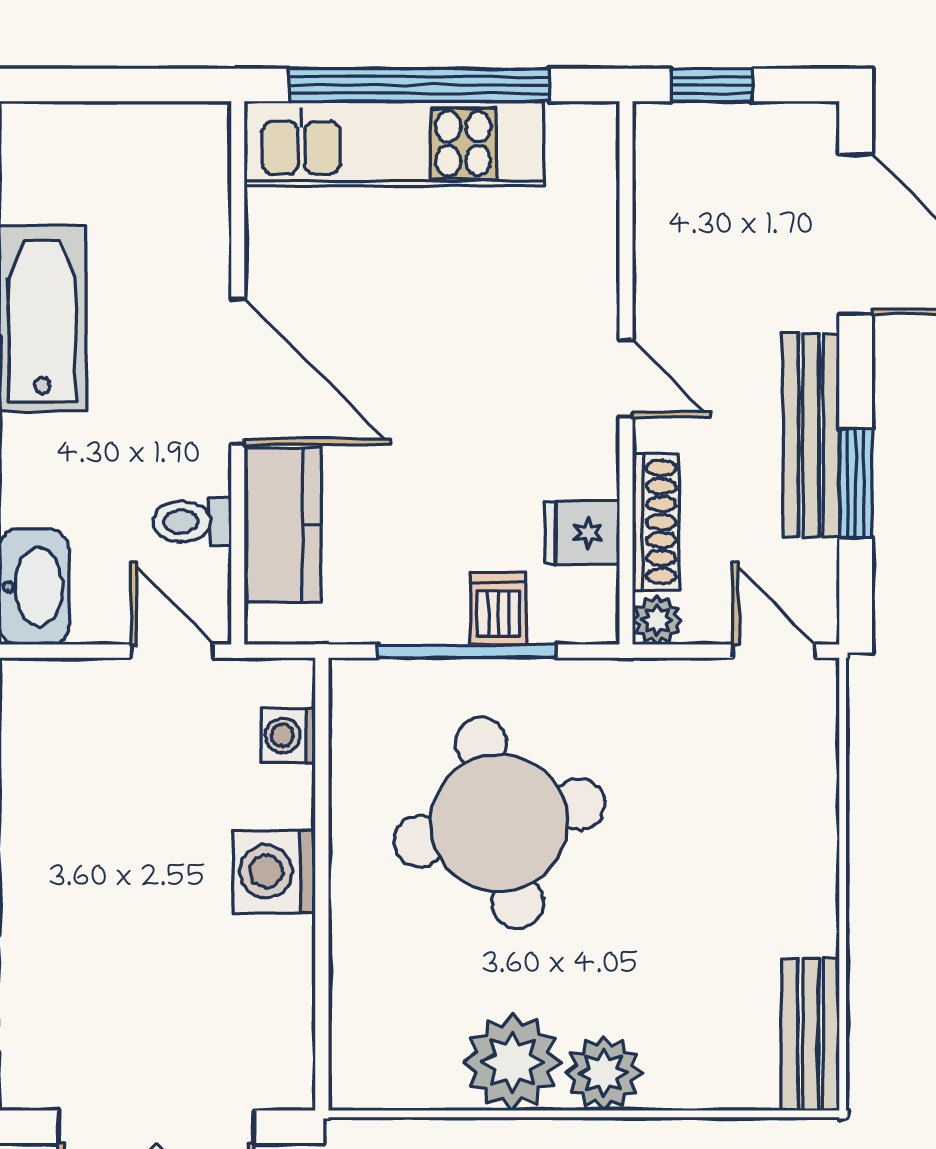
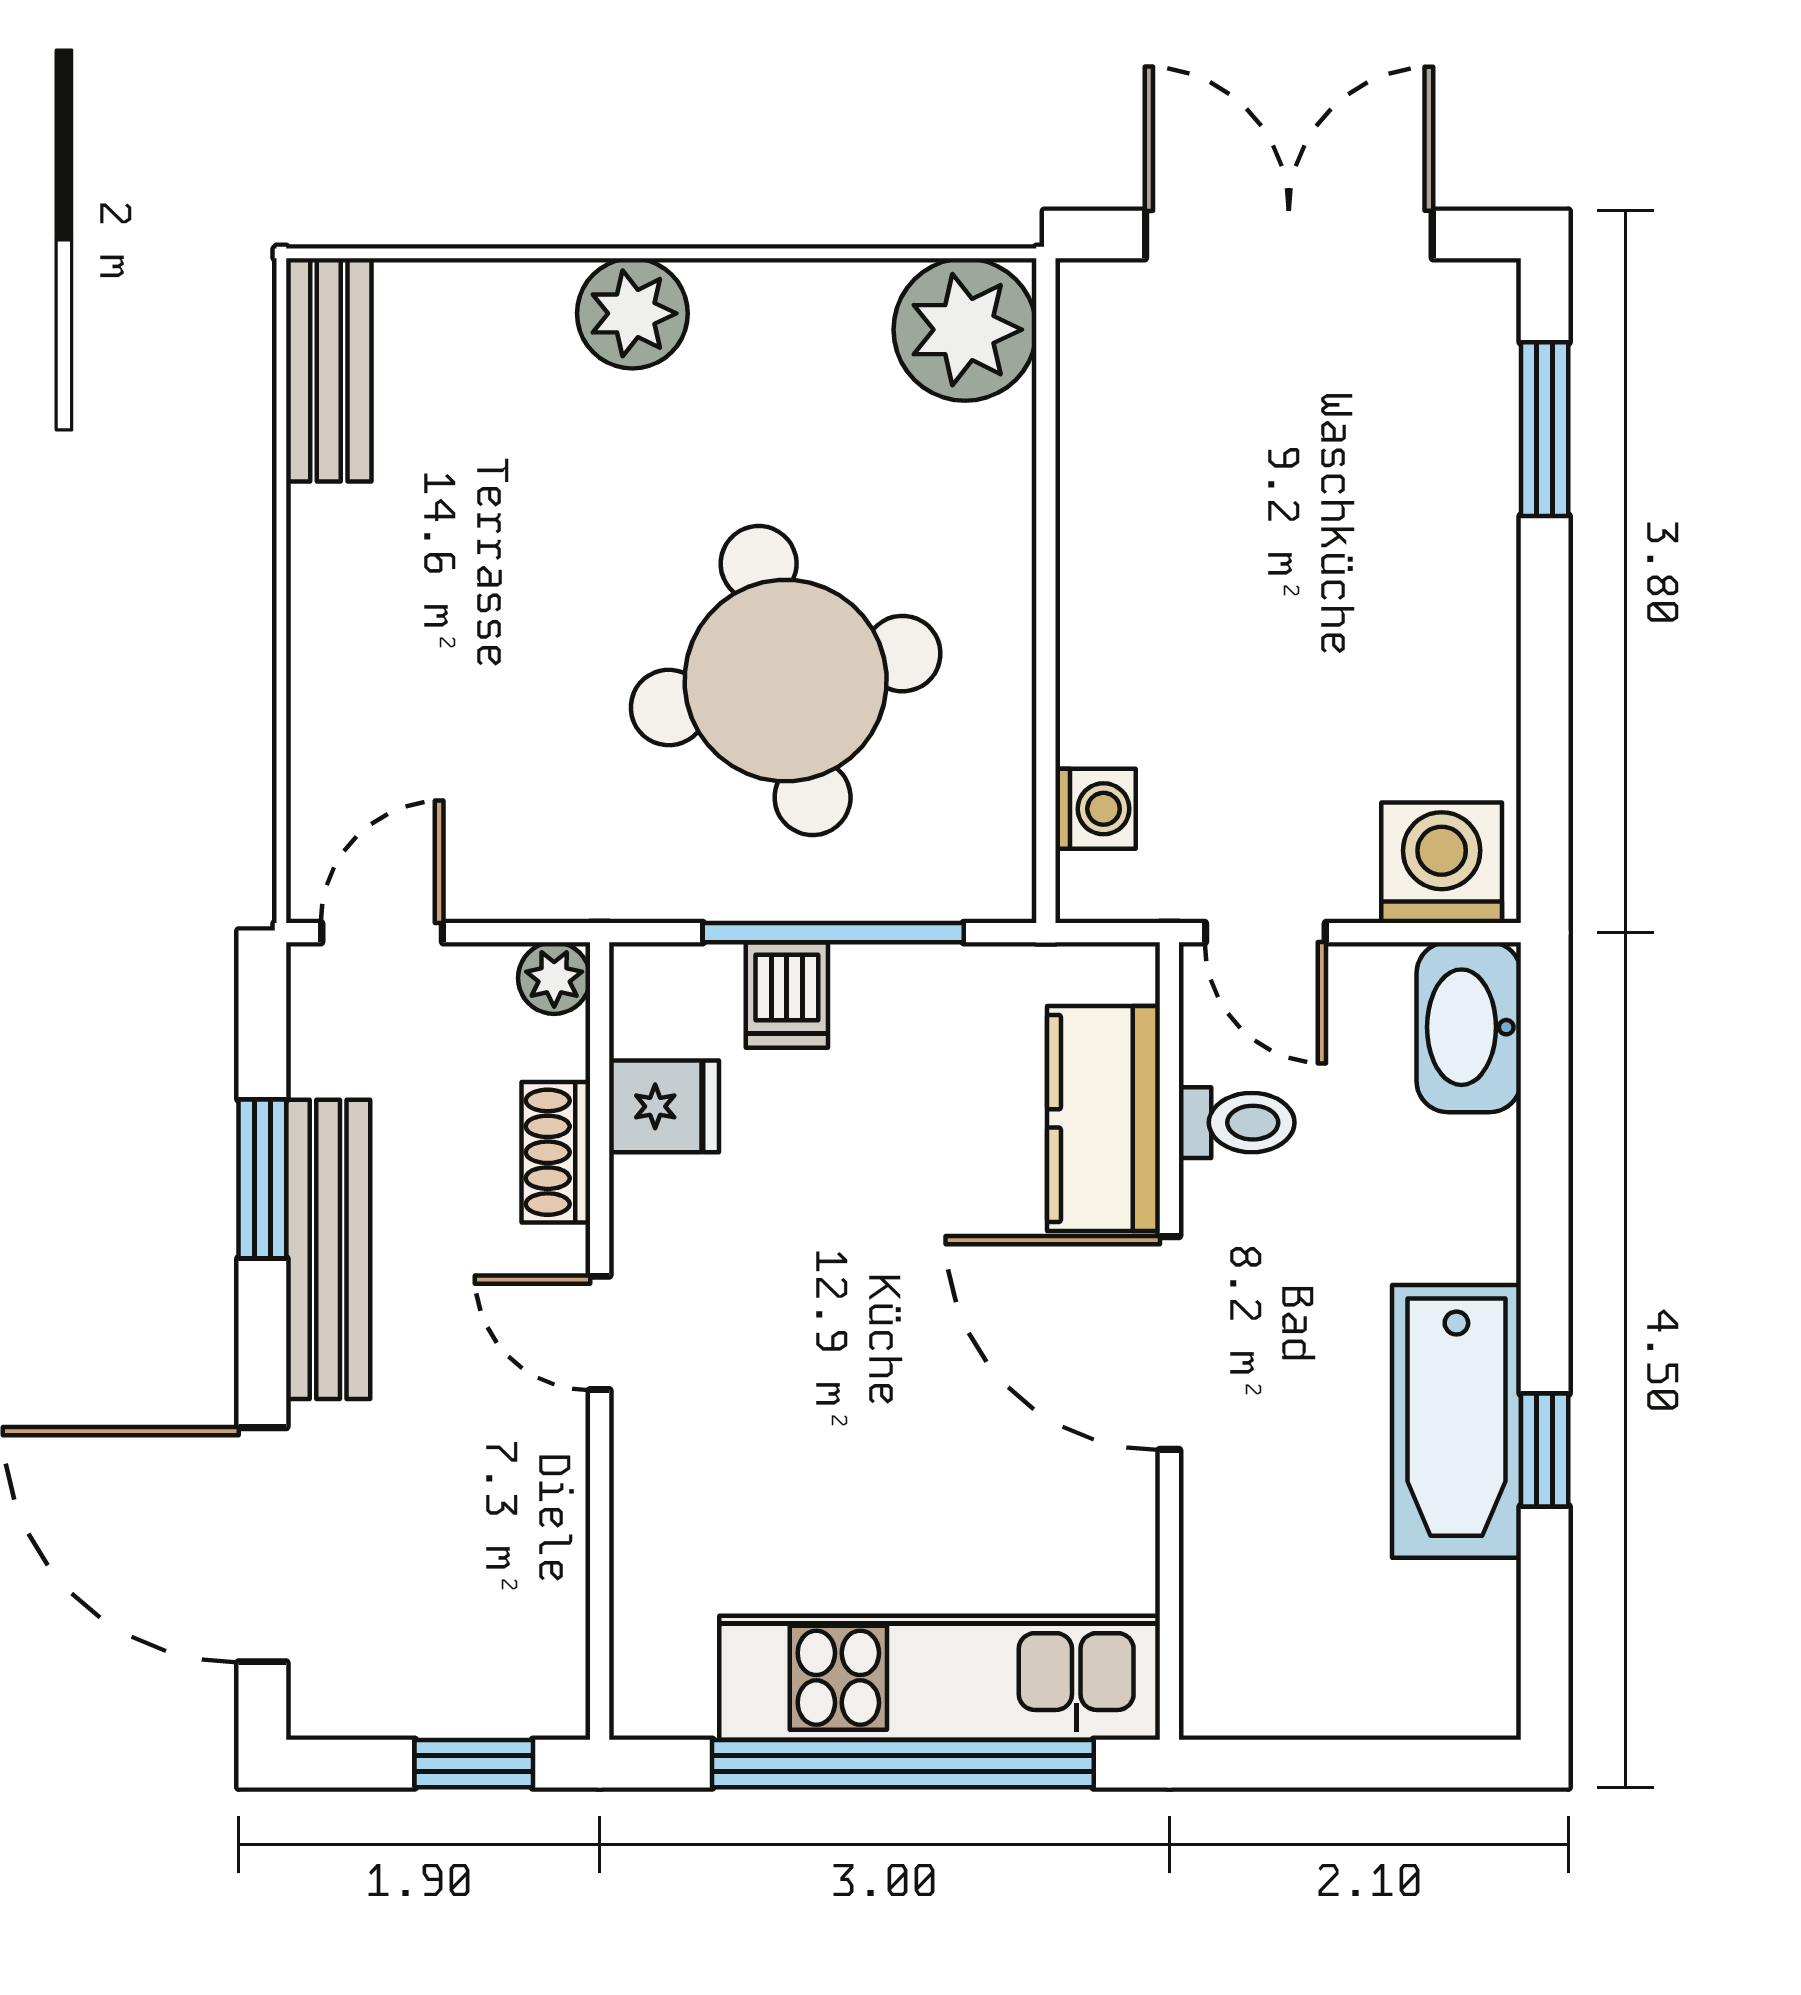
shoe rack: (656, 522) -> (556, 1152), width x0.70
door: (774, 651) -> (382, 933), swing flipped
washing machine: (274, 871) -> (1442, 863), moved, turned -90
plant: (512, 1062) -> (965, 330), moved

